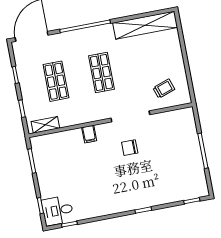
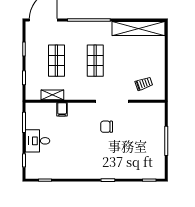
shelving: (45, 125) -> (52, 95), moved
filing cabinet: (89, 134) -> (62, 109), moved
desk: (58, 211) -> (38, 141), moved

